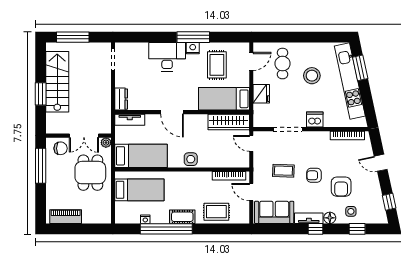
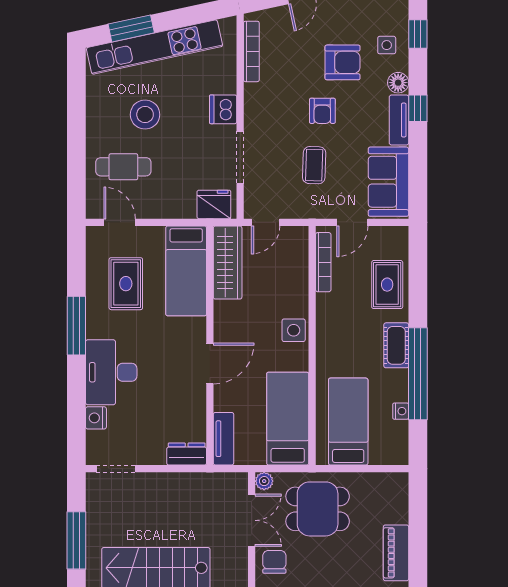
nightstand: (193, 48) -> (96, 418), moved
rug: (217, 65) -> (126, 284), turned 90
fridge: (261, 94) -> (214, 204), moved

